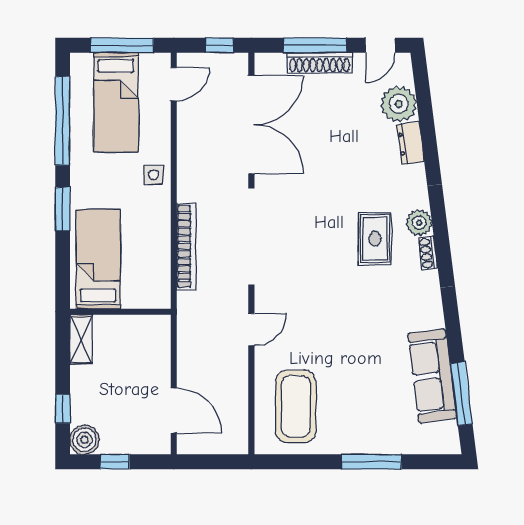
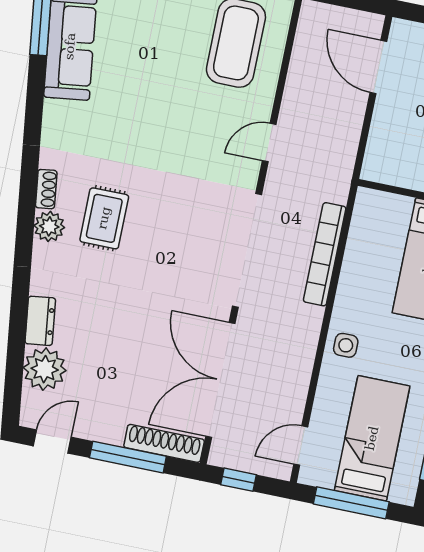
shoe rack: (320, 63) -> (164, 443), moved

